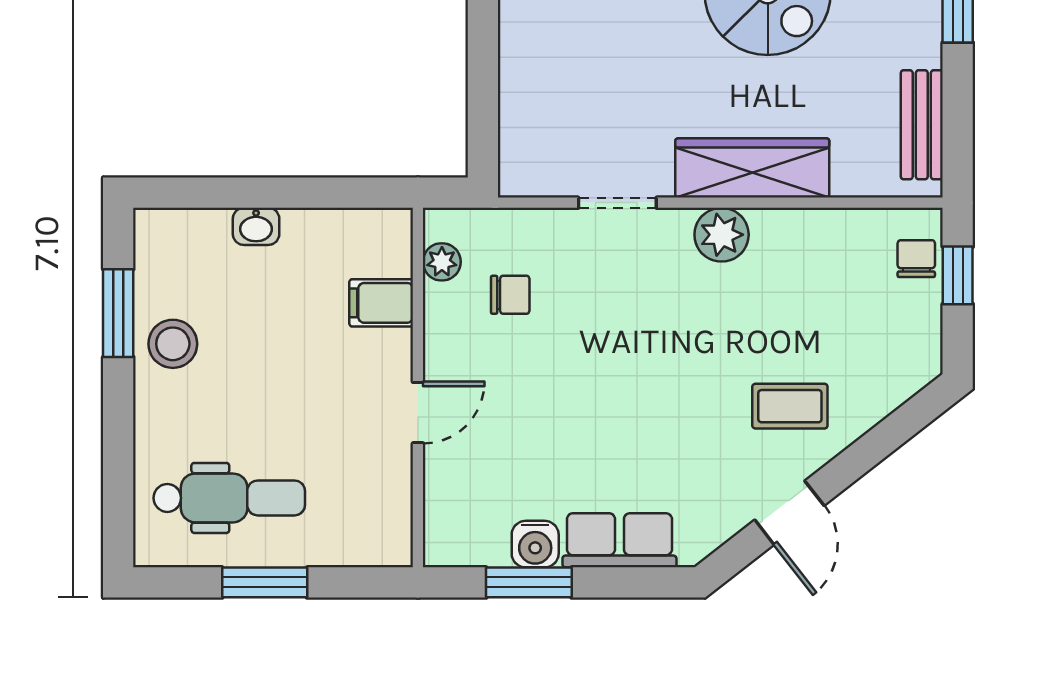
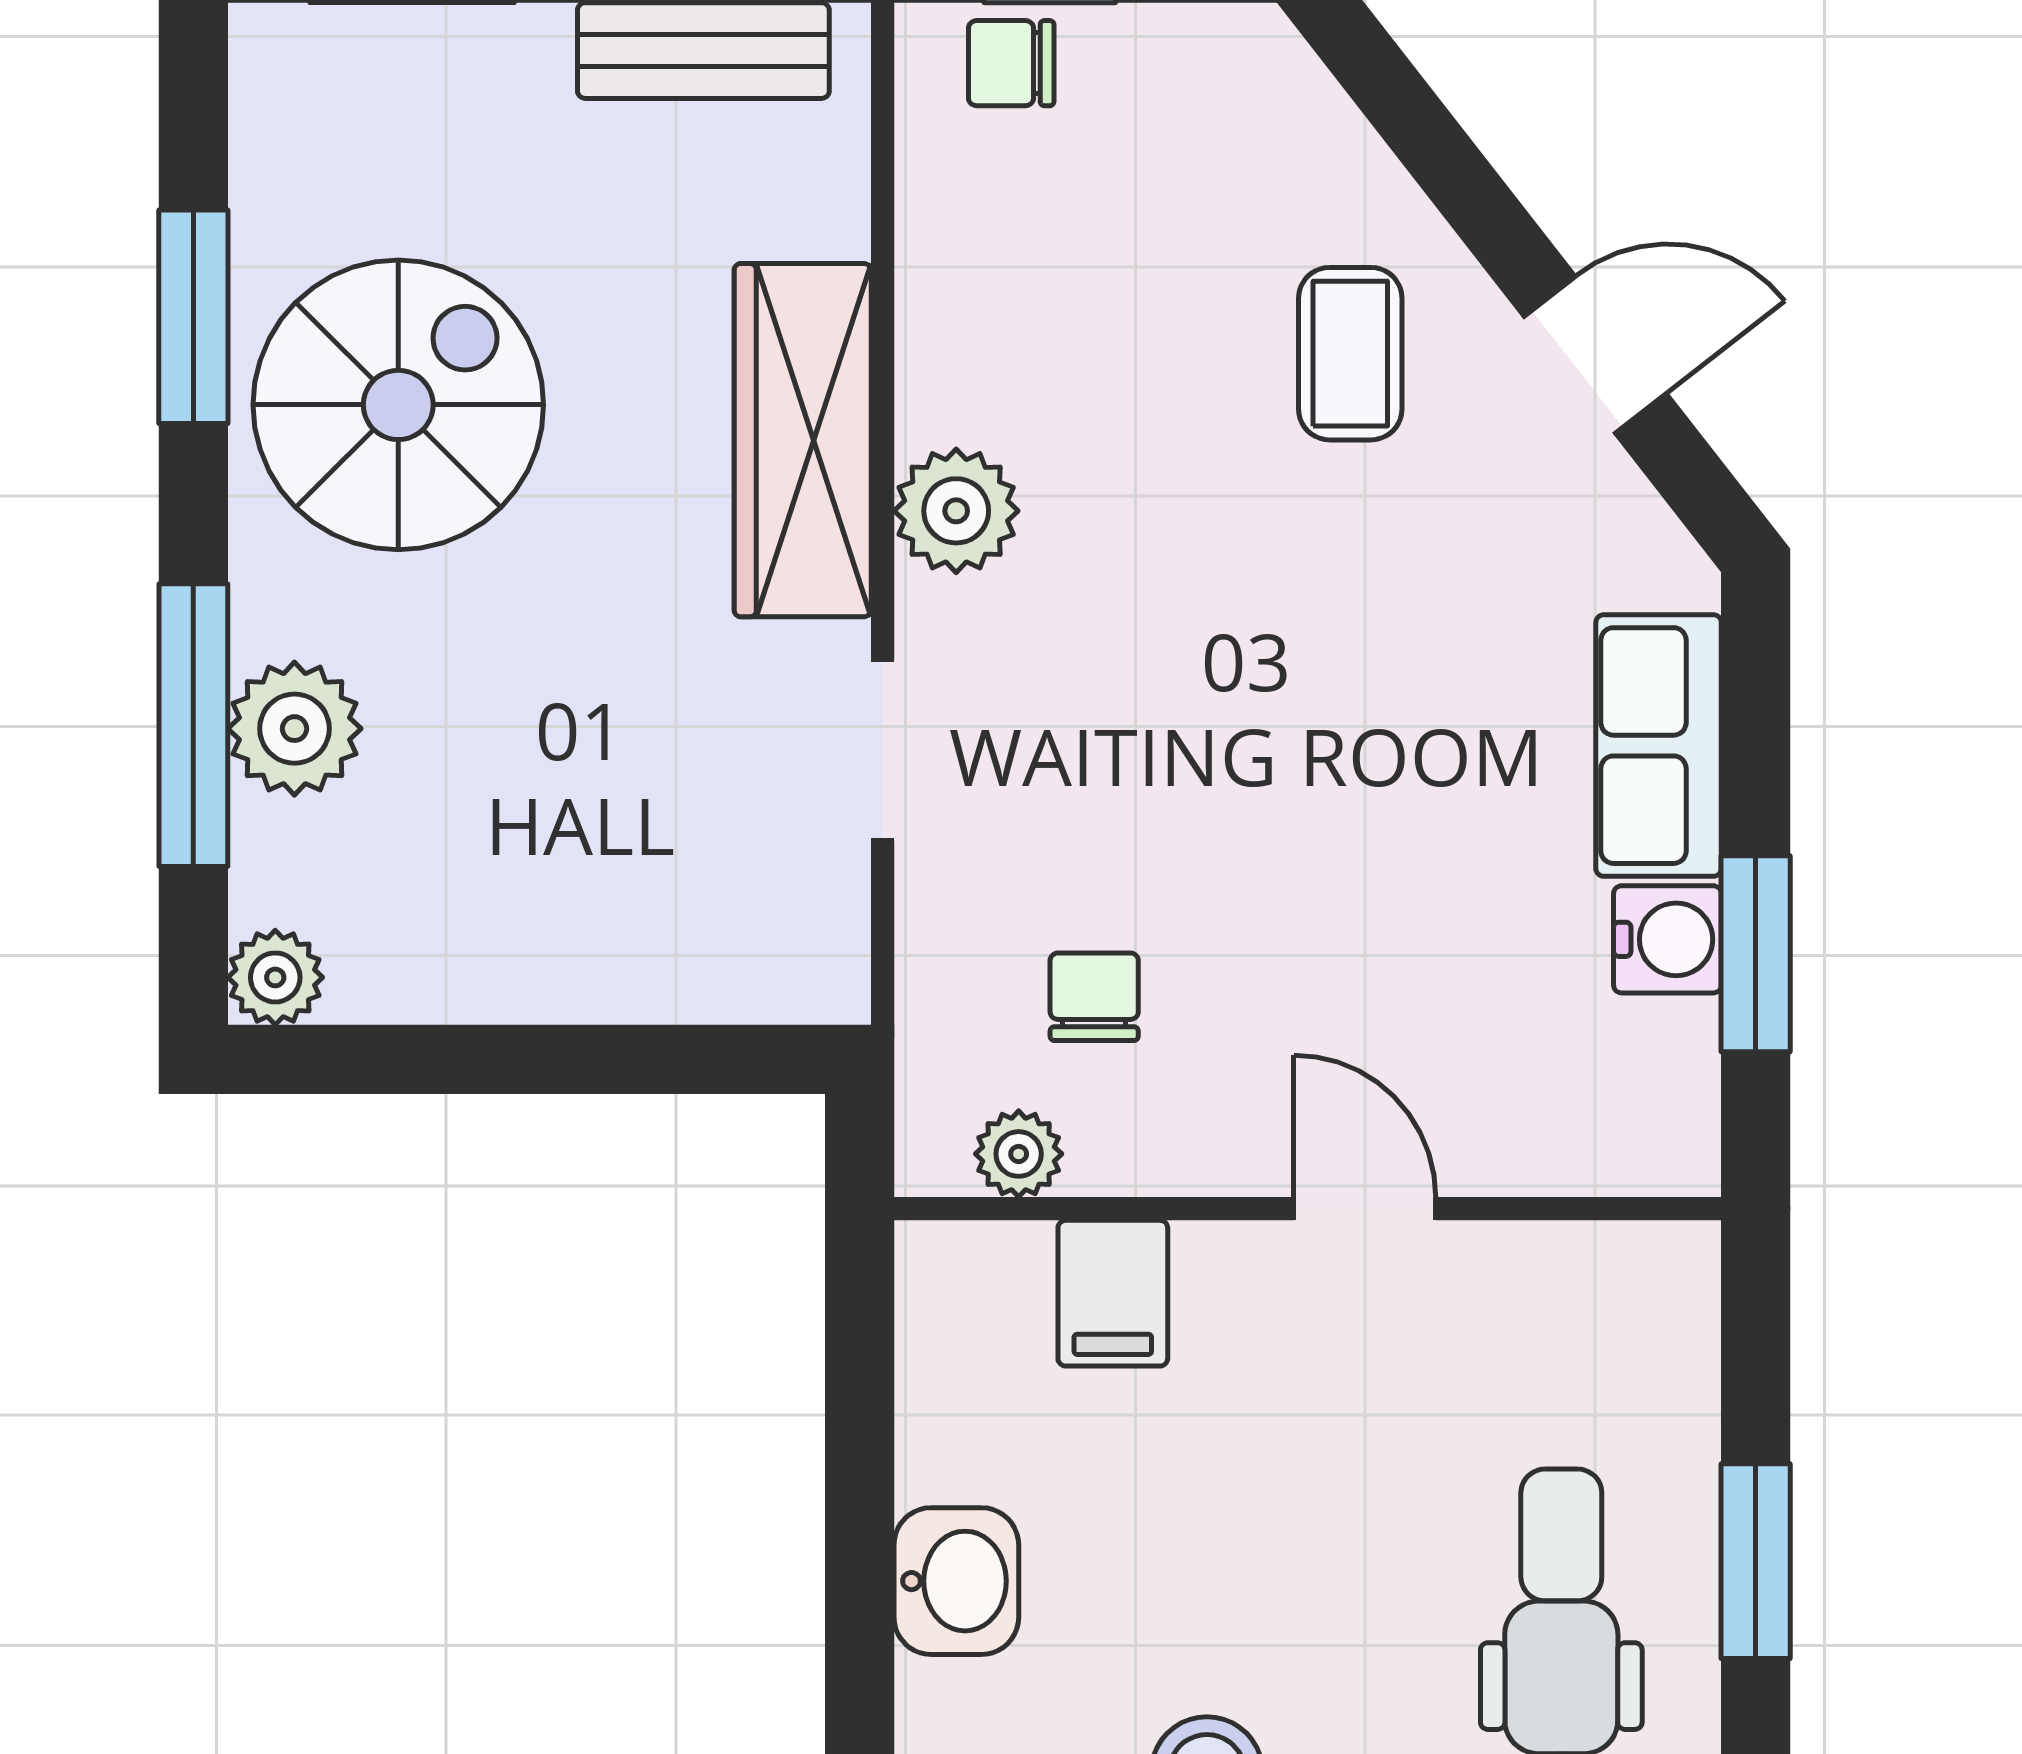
washbasin: (256, 226) -> (956, 1581), width x1.38, depth x1.45

